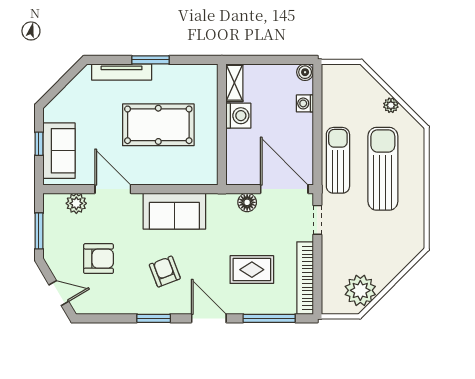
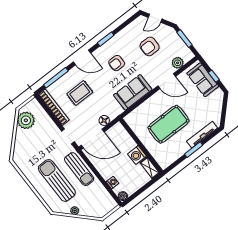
sun lounger: (383, 169) -> (57, 180), turned 180
armchair: (165, 272) -> (117, 63), turned 111

